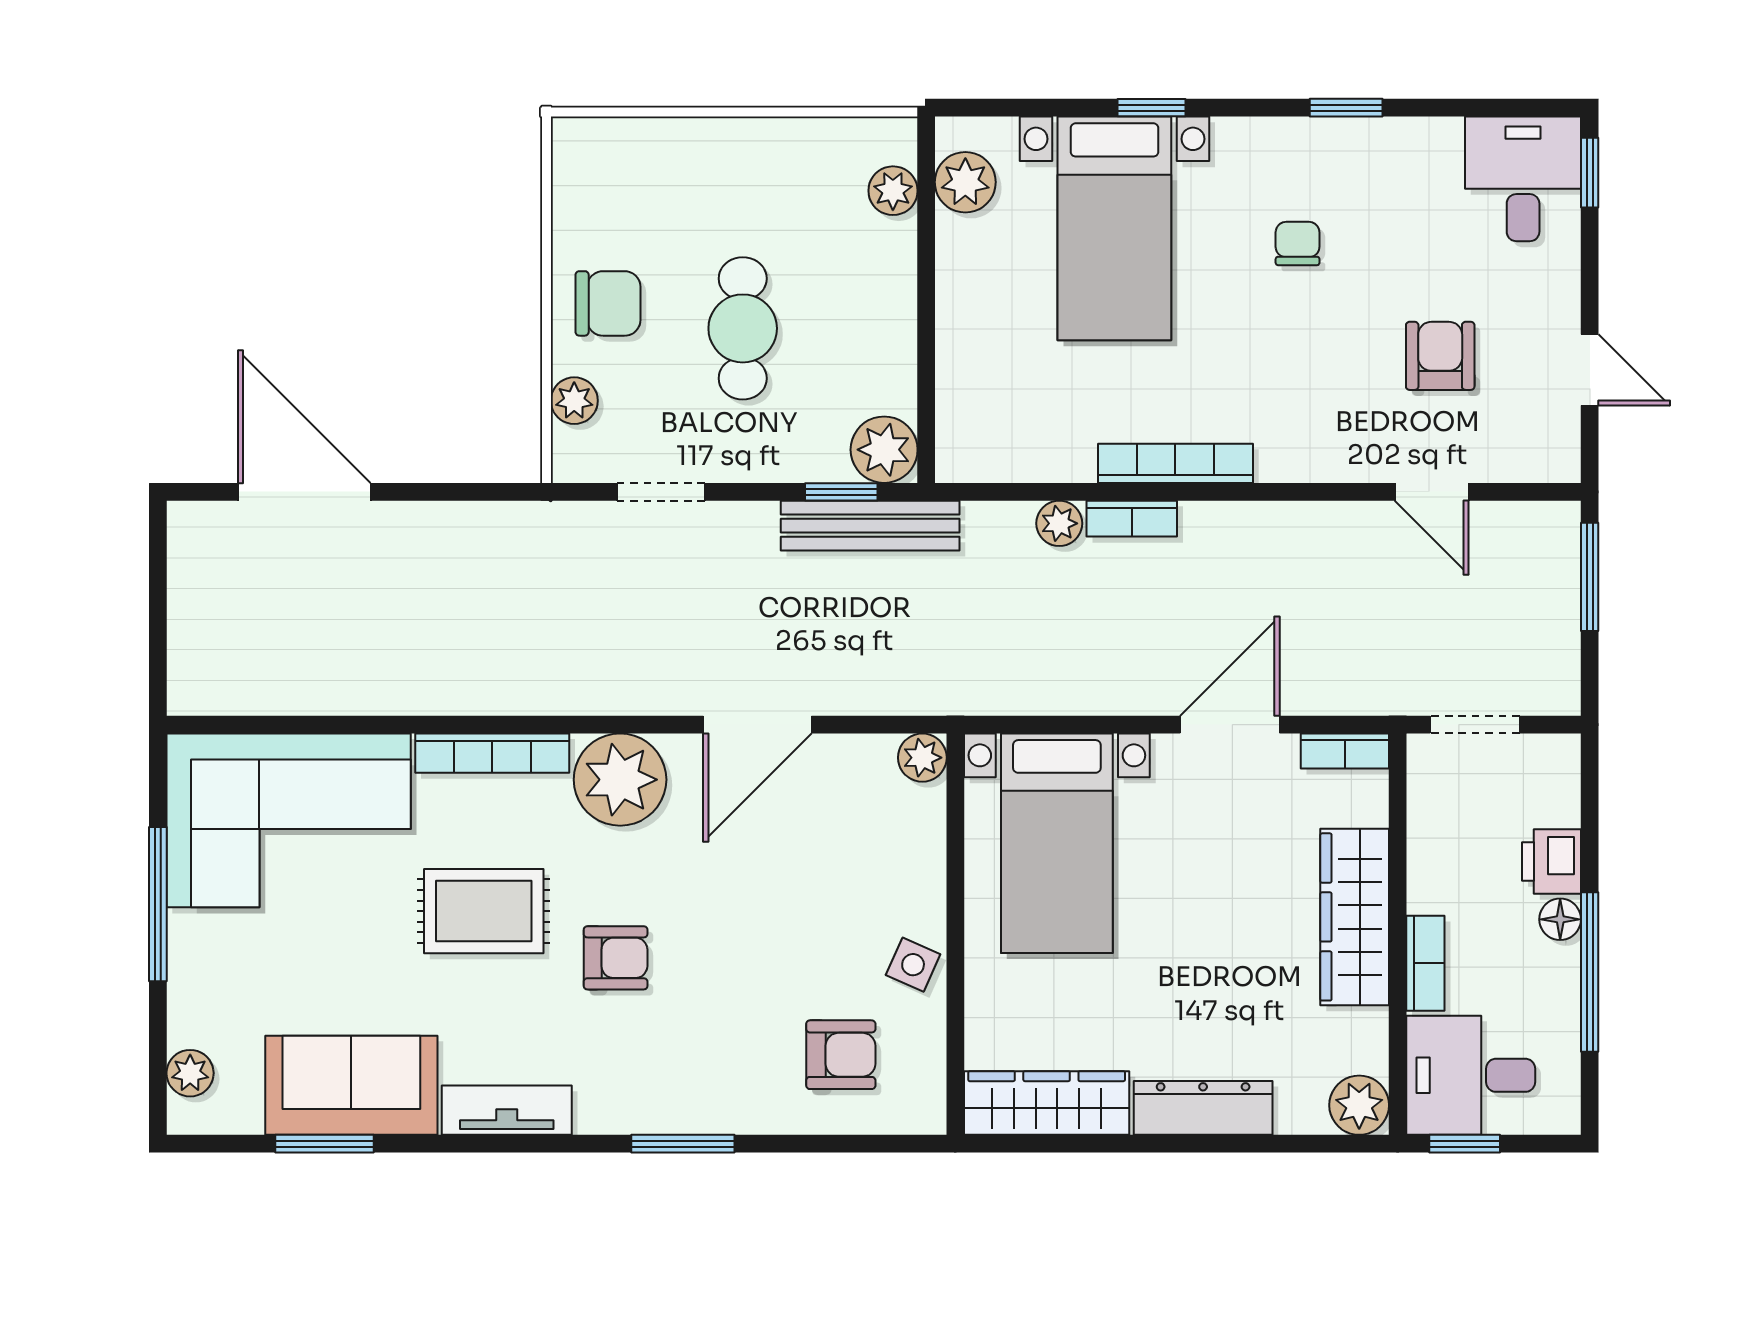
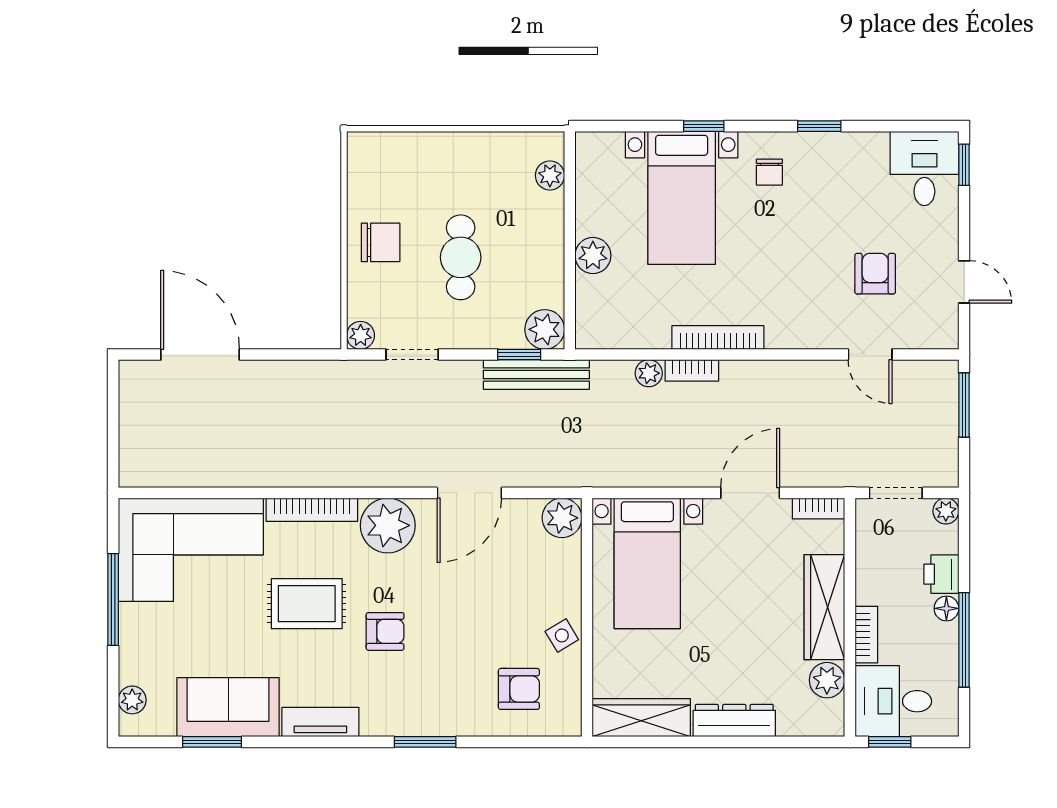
plant: (965, 182) -> (593, 256), moved
chair: (1298, 244) -> (769, 172), moved, turned 180
plant: (574, 401) -> (361, 335), moved
plant: (1559, 755) -> (946, 511), added
plant: (922, 758) -> (562, 518), width x1.38, depth x1.38
side table: (913, 965) -> (562, 635), turned 35
plant: (1359, 1105) -> (827, 680), moved

